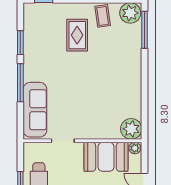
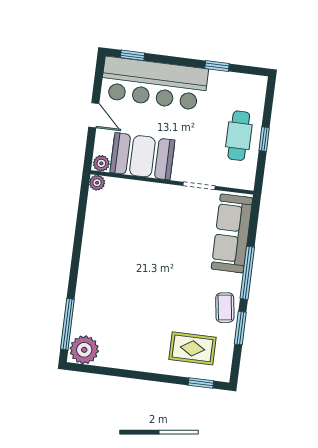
coffee table: (103, 16) -> (225, 308), moved
rug: (77, 35) -> (192, 348), moved, turned 90
plant: (131, 129) -> (97, 183), width x0.53, depth x0.53

